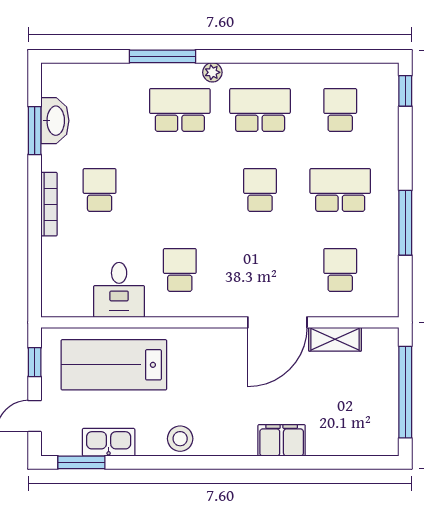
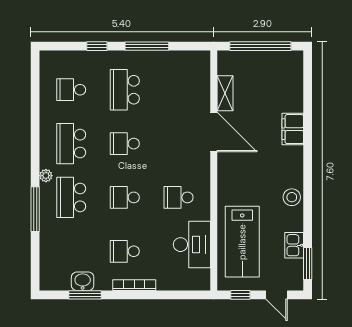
window: (405, 91) -> (97, 46), moved
washbasin: (55, 121) -> (83, 281), width x0.72
school desk: (340, 270) -> (125, 197), moved
desk: (119, 290) -> (192, 245), width x1.37
kitchen sink: (109, 442) -> (294, 245), width x0.73

